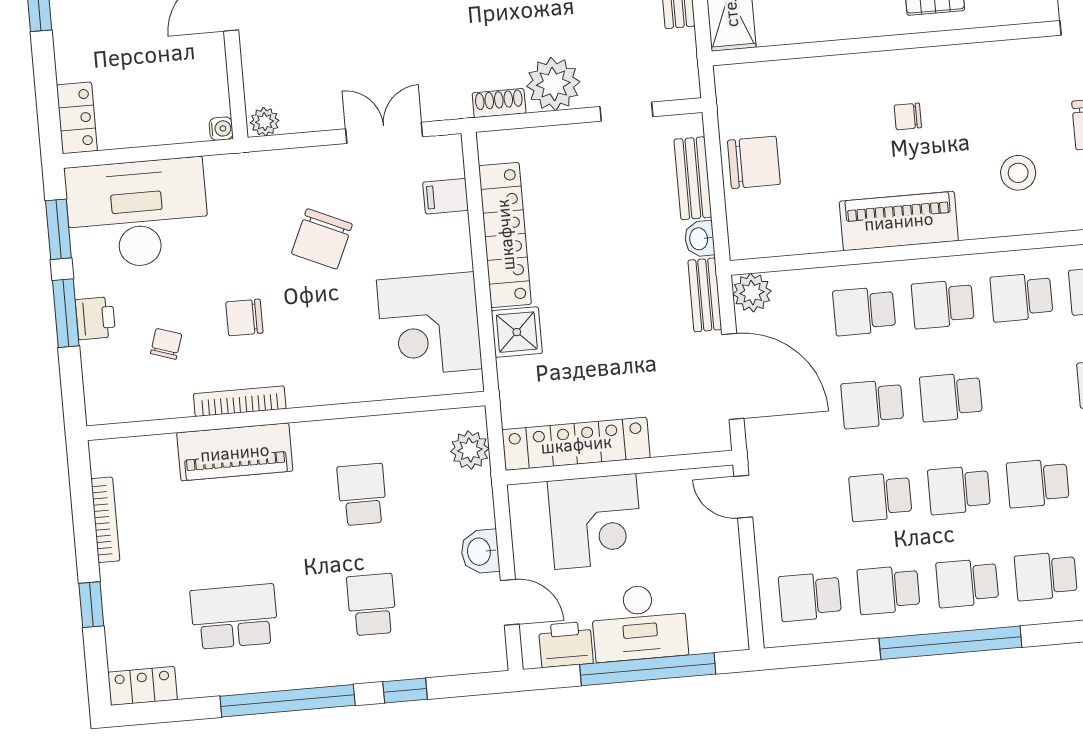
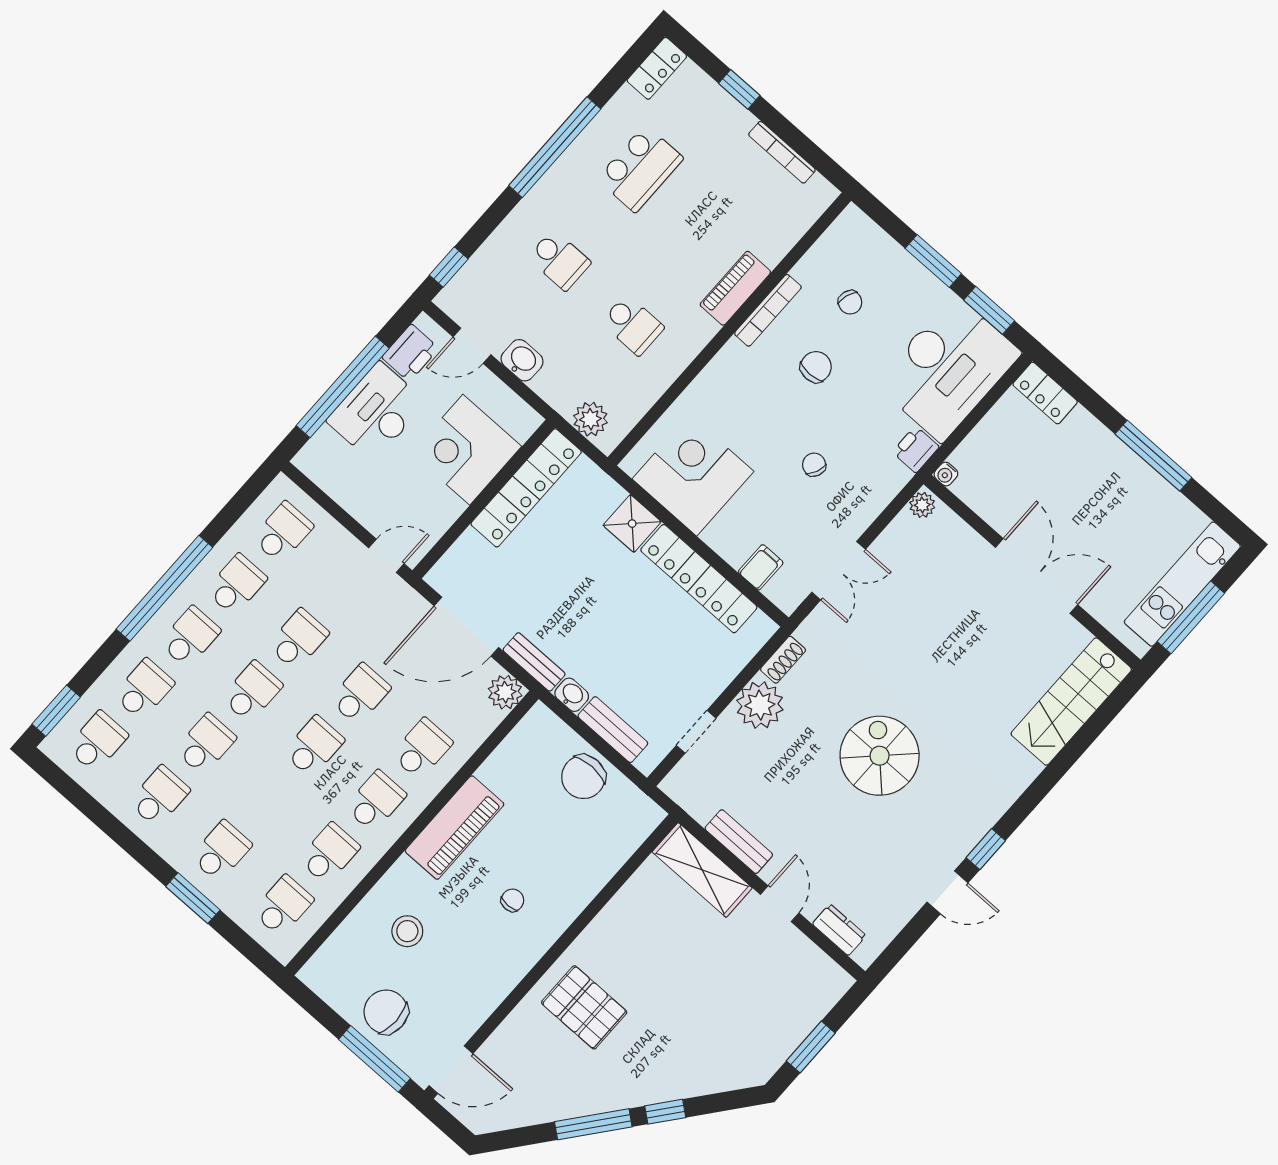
chair: (322, 239) -> (814, 465), width x0.54, depth x0.54
printer: (95, 318) -> (916, 449), moved, turned 90
piano: (235, 452) -> (735, 288), width x0.73, depth x0.75
window: (405, 690) -> (449, 267), moved

